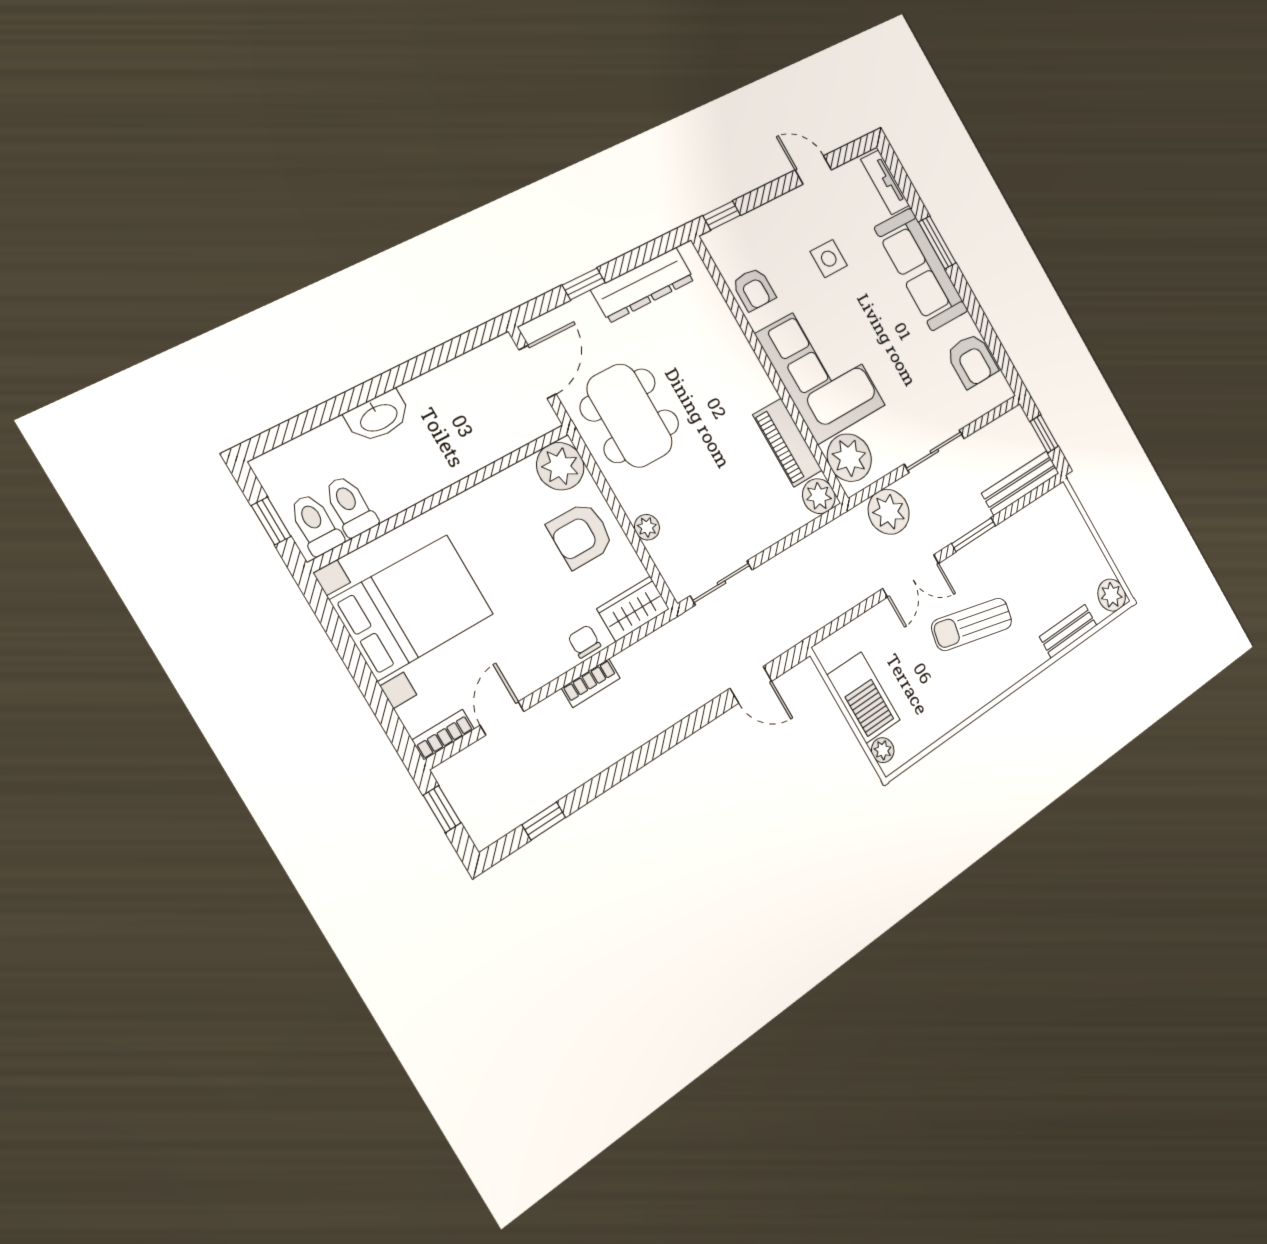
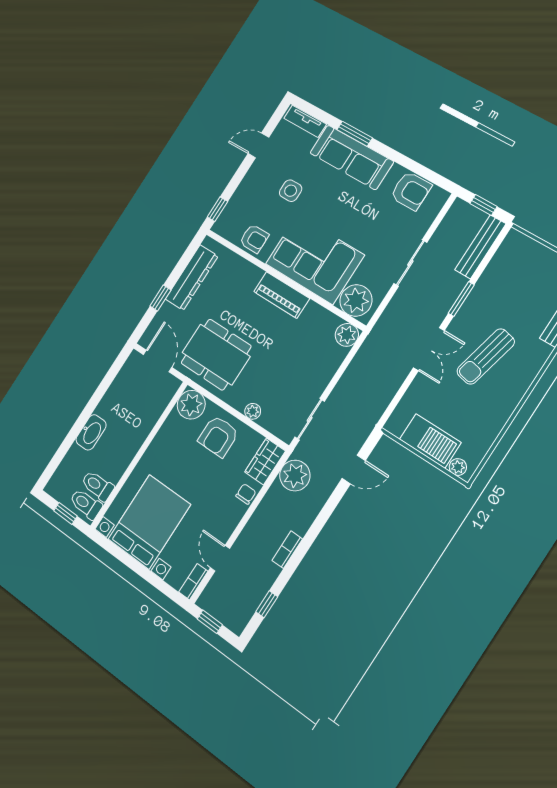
piano: (787, 443) -> (282, 295), moved
plant: (889, 512) -> (295, 476), moved
chair: (584, 641) -> (246, 494), turned 90
bookcase: (591, 683) -> (287, 550), moved, turned 180

